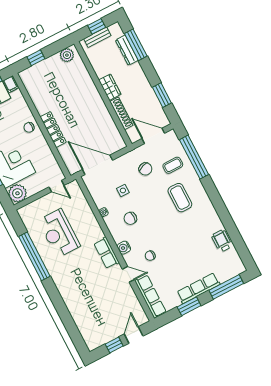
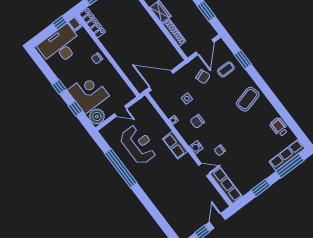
locker: (53, 130) -> (92, 23), moved
door: (153, 136) -> (205, 47), swing flipped
window: (194, 157) -> (243, 59), width x0.47
door: (56, 186) -> (121, 111), moved
coffee table: (180, 198) -> (248, 99), moved, turned 76
reception desk: (59, 233) -> (138, 145), turned 180
row of seats: (107, 253) -> (175, 145), moved
row of seats: (198, 288) -> (287, 155), moved

